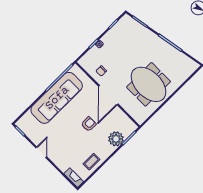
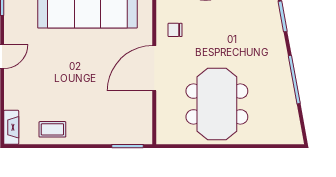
armchair: (89, 124) -> (95, 80), removed
plant: (116, 139) -> (110, 131), removed

